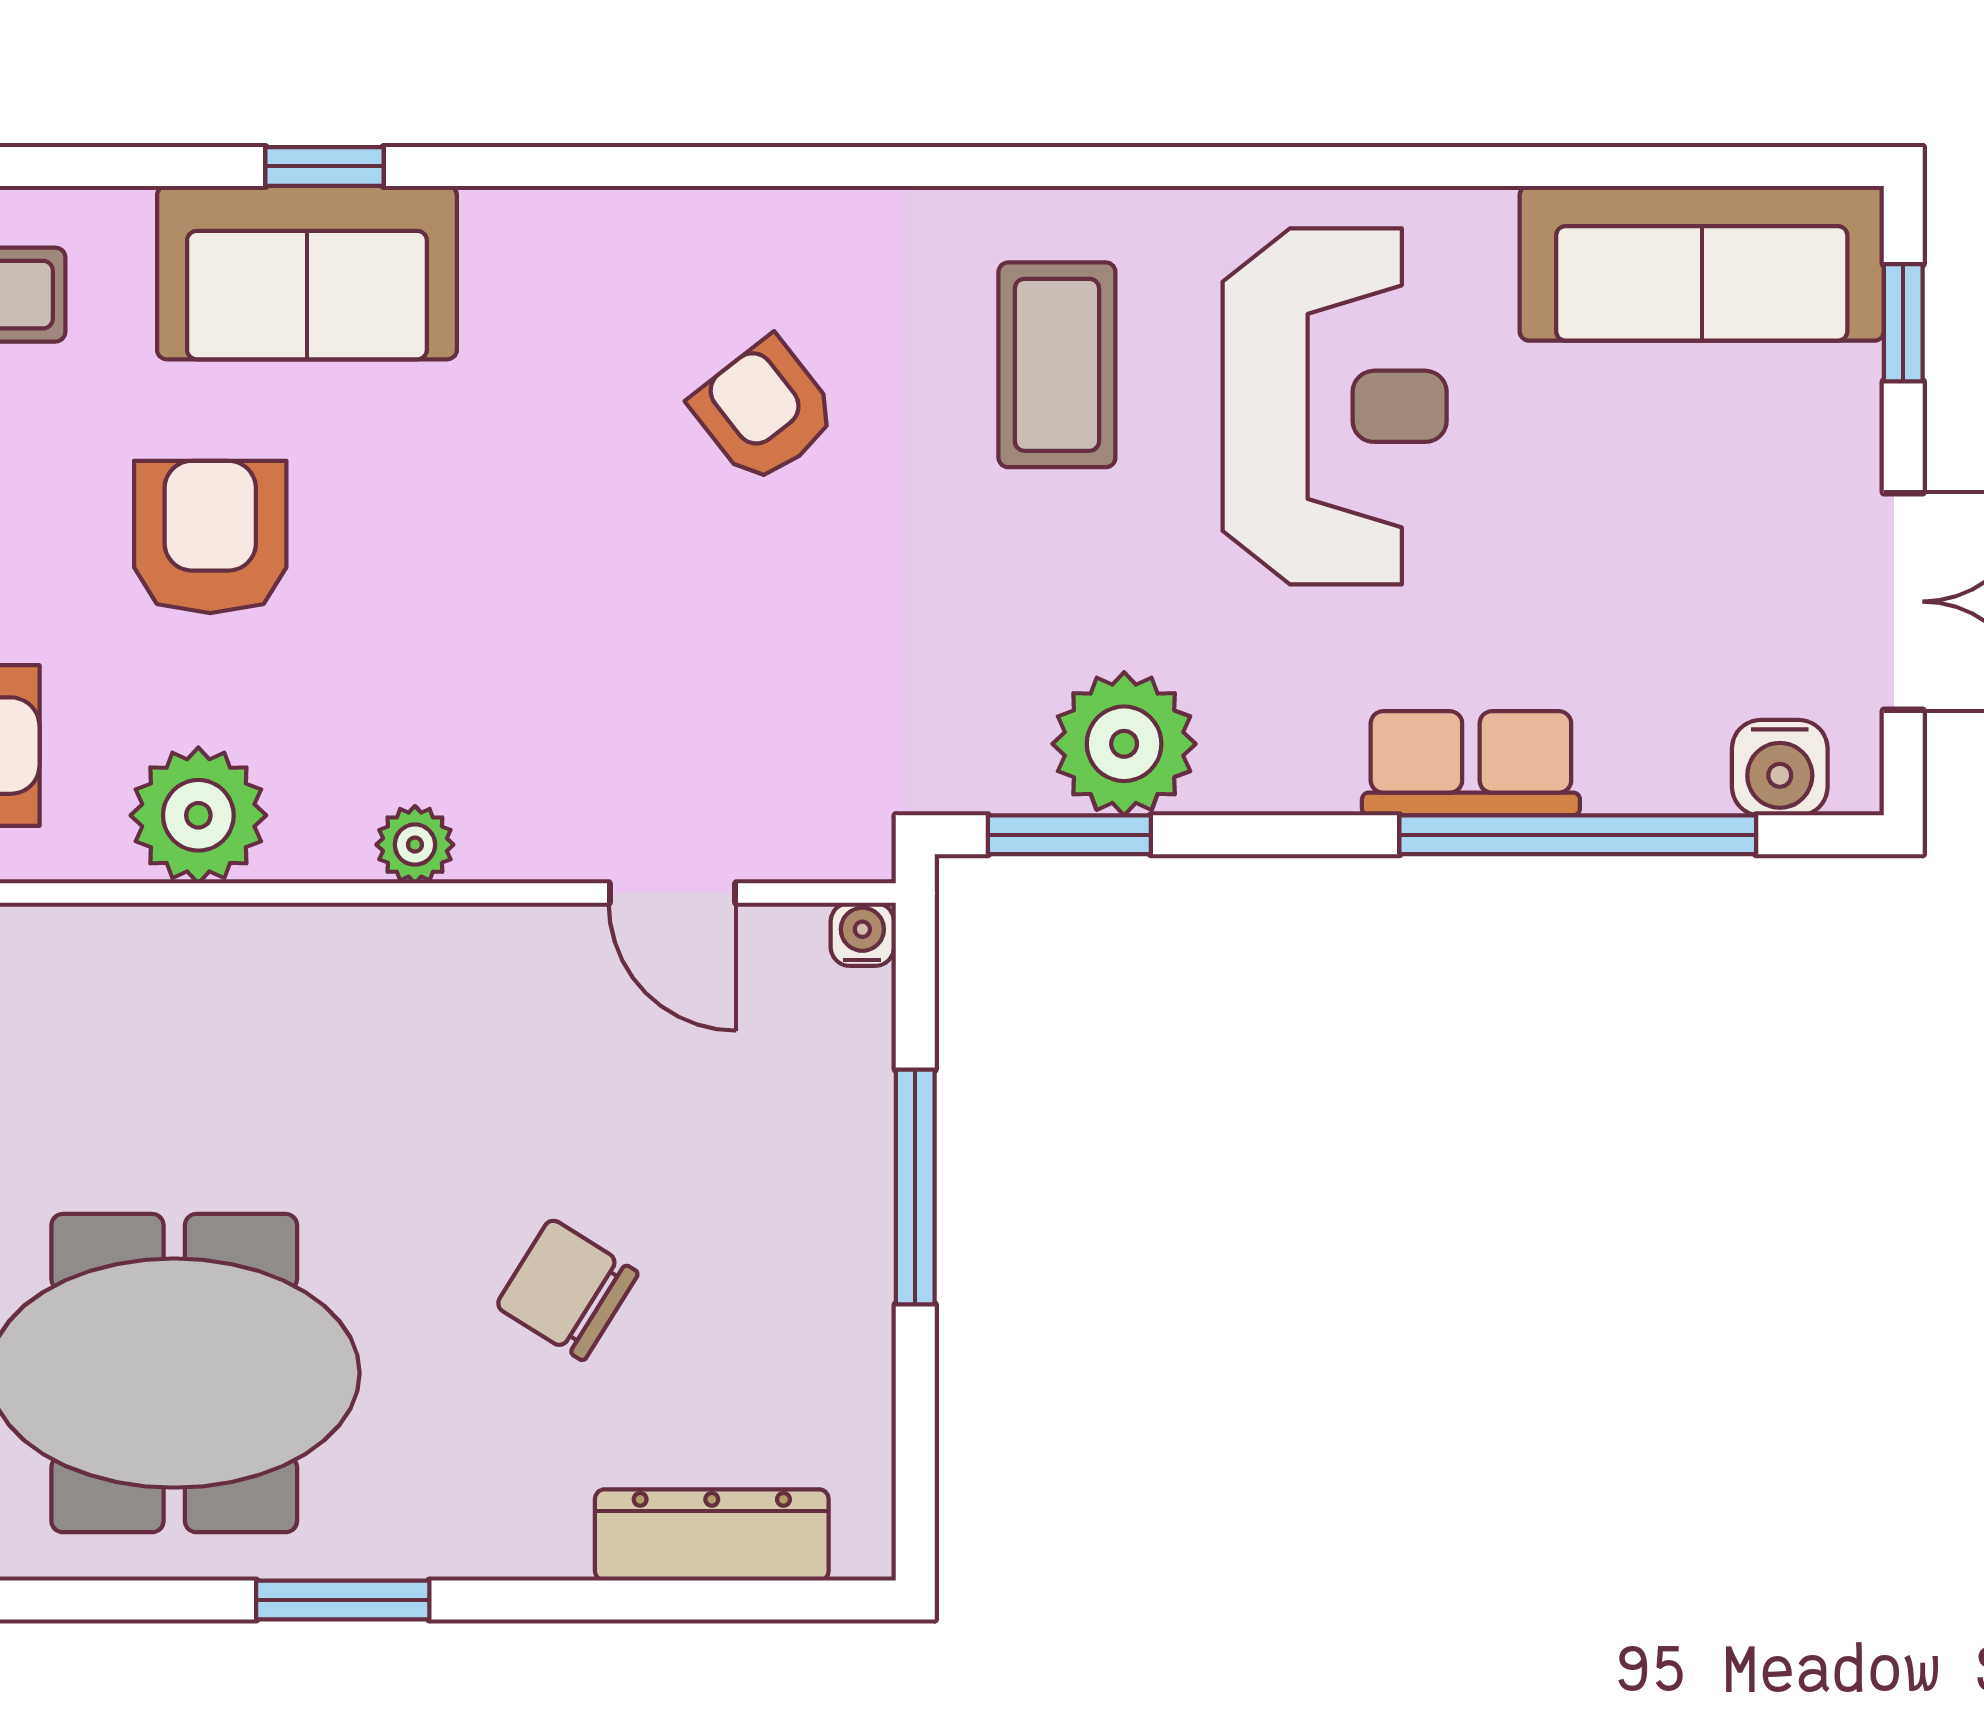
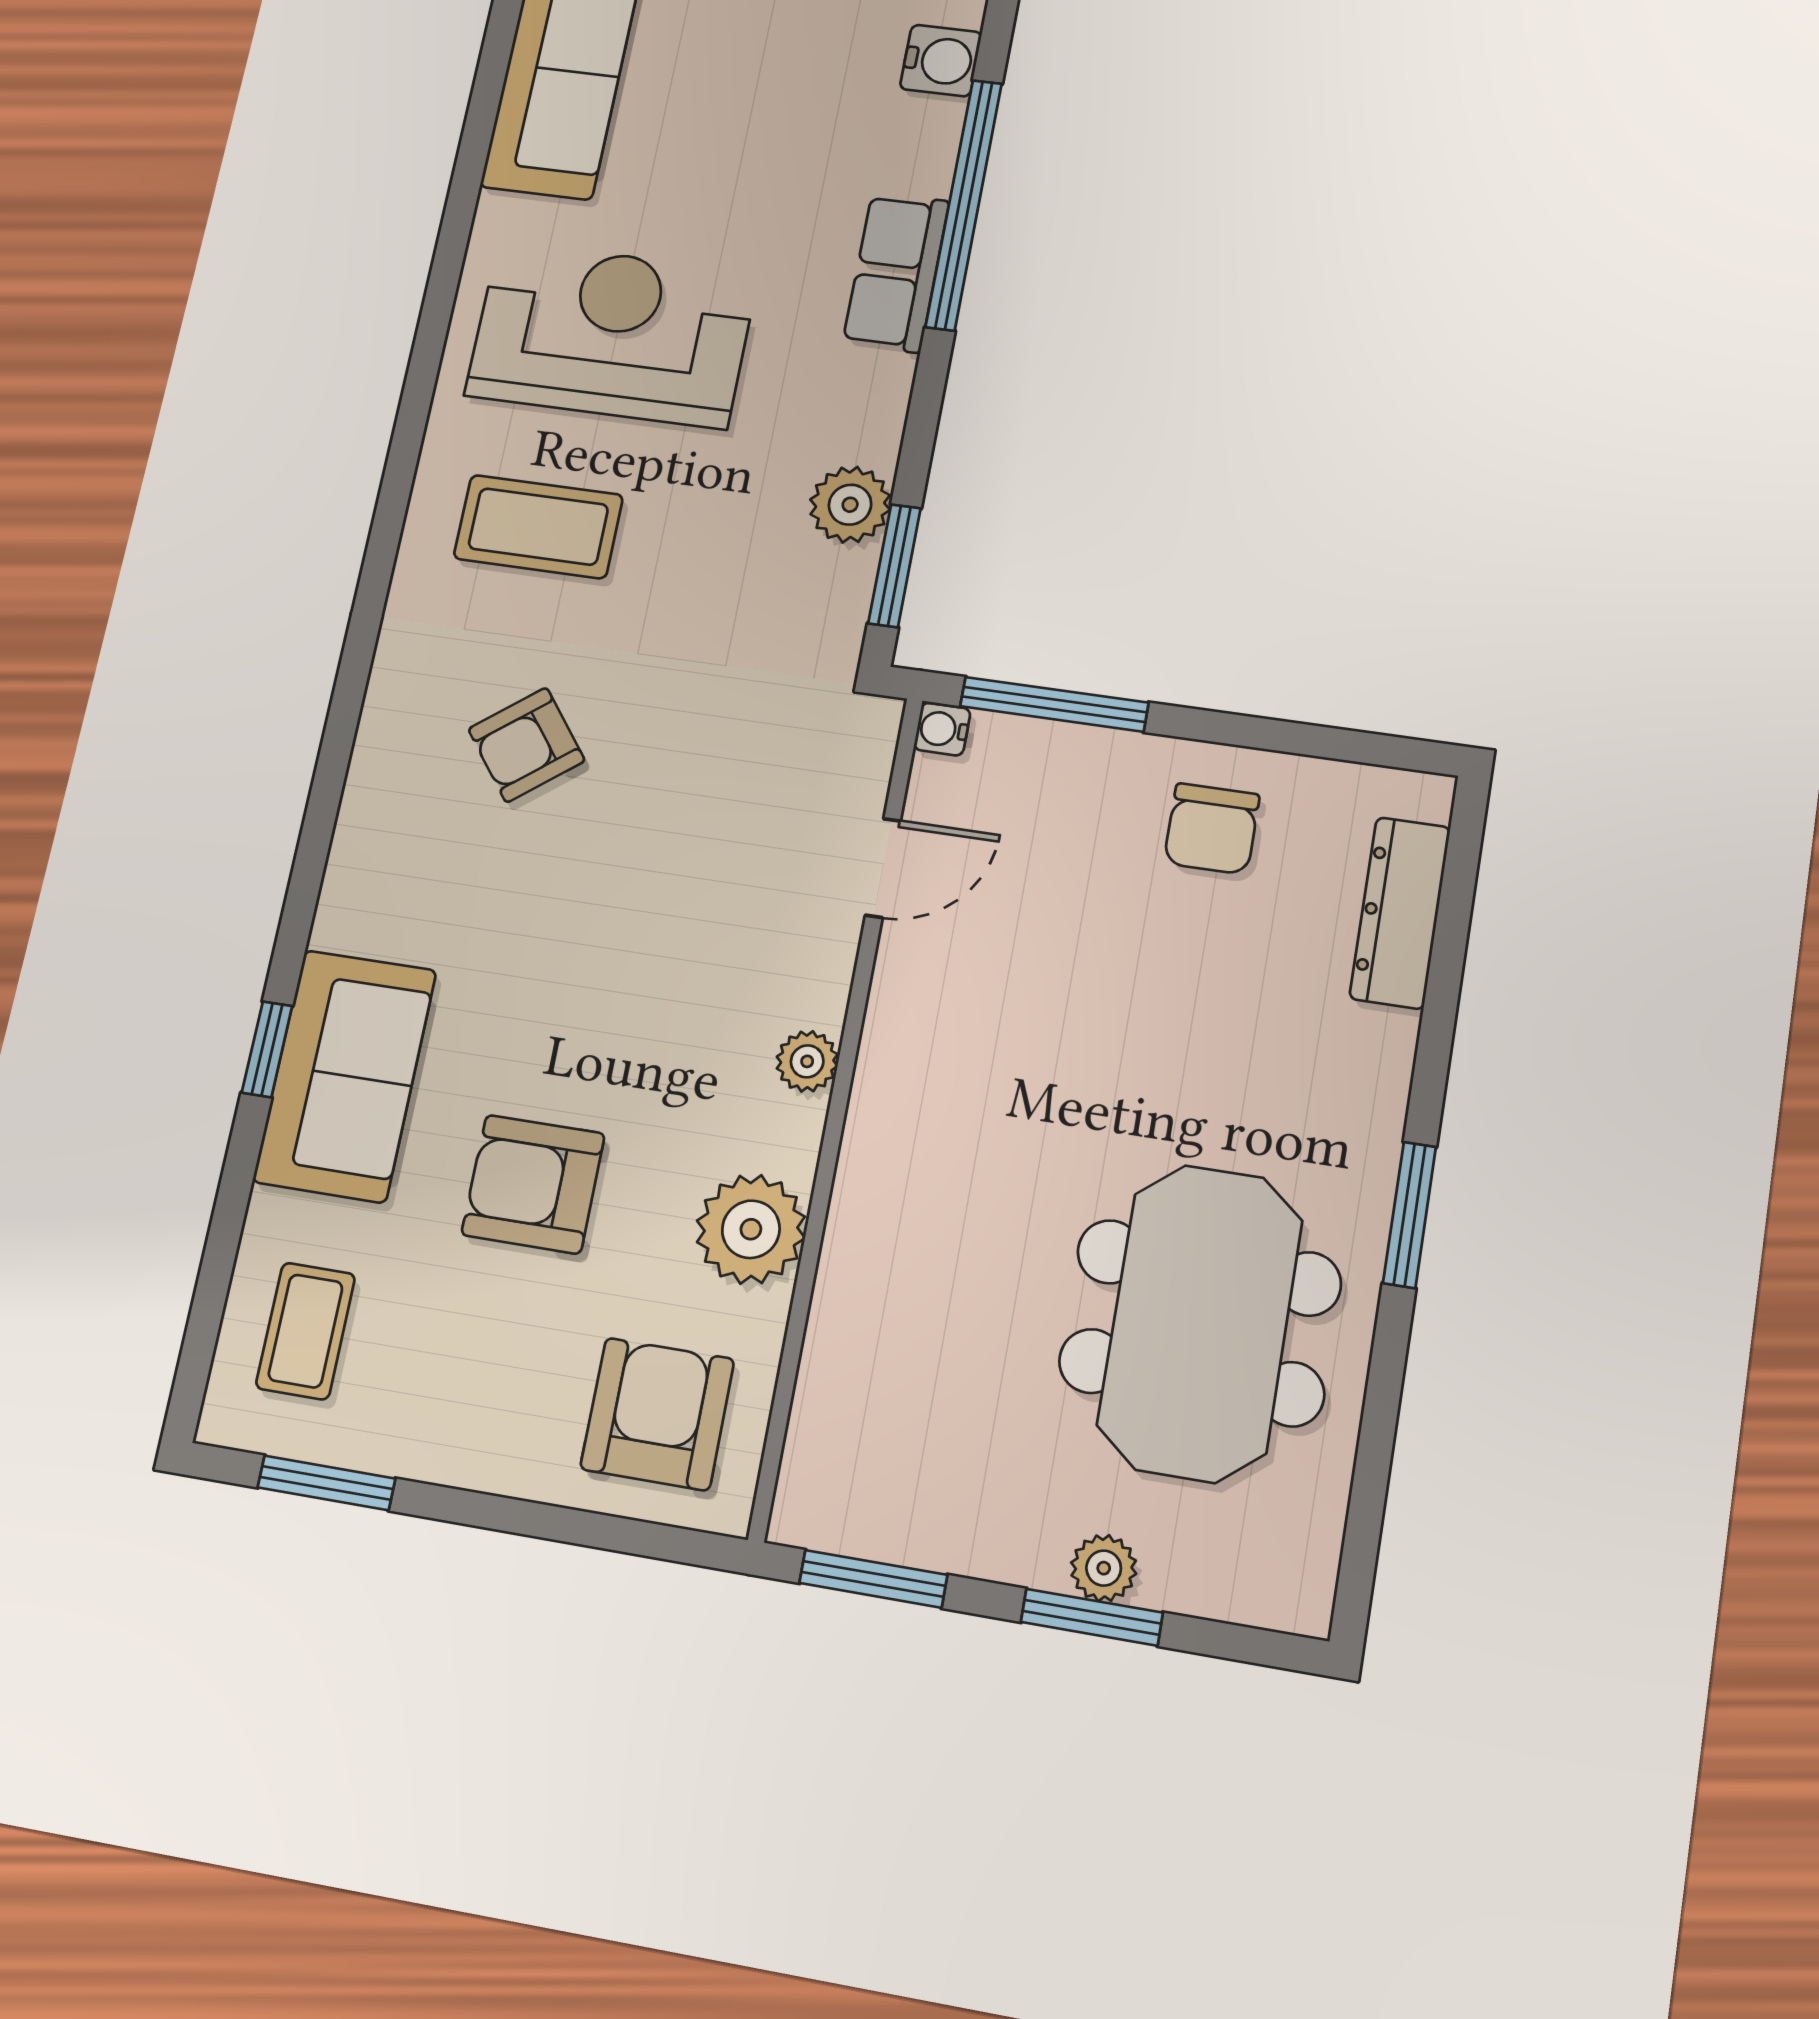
plant: (1124, 744) -> (850, 505), width x0.73, depth x0.73
window: (915, 1187) -> (1054, 704), moved
chair: (567, 1289) -> (1212, 829), moved, turned -32

